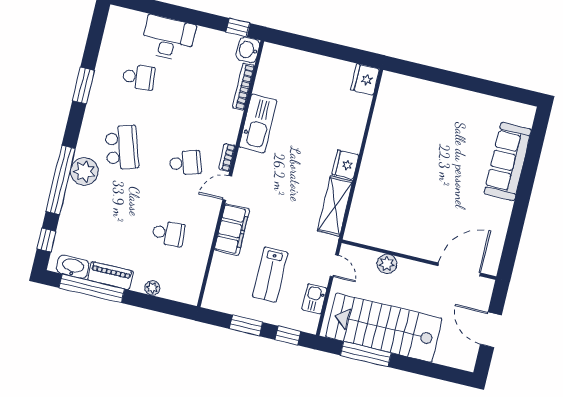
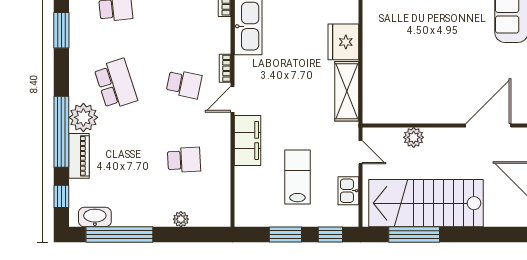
school desk: (185, 163) -> (184, 84), turned 30
fridge: (345, 165) -> (343, 42), width x1.36, depth x1.34
lab bench: (270, 275) -> (297, 177), turned 180
piano: (110, 276) -> (79, 156), moved, turned 90

